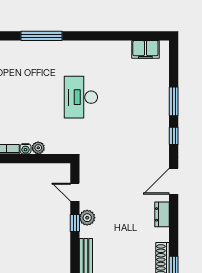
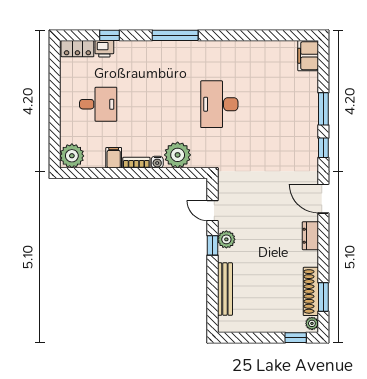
filing cabinet: (145, 49) -> (308, 56), moved, turned 90
plant: (38, 148) -> (178, 155), width x1.87, depth x1.87
door: (174, 181) -> (323, 199), hinge flipped

